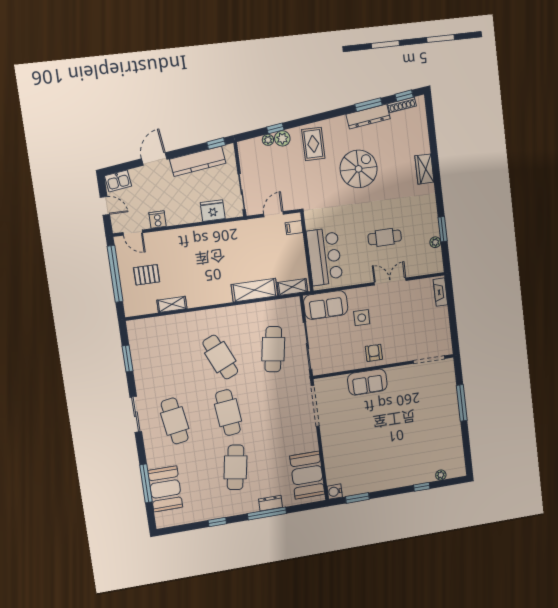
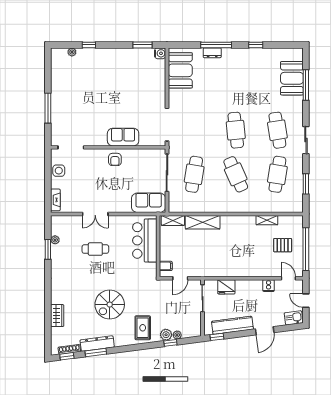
wardrobe: (424, 169) -> (57, 316), moved
side table: (362, 318) -> (59, 171), moved
cafe table: (235, 467) -> (277, 174), moved

